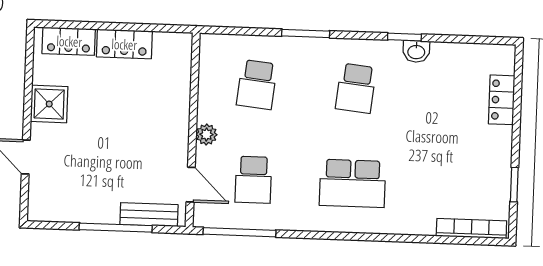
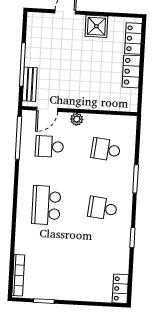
washbasin: (416, 51) -> (124, 244), removed
locker: (502, 100) -> (120, 289), moved, turned -90

